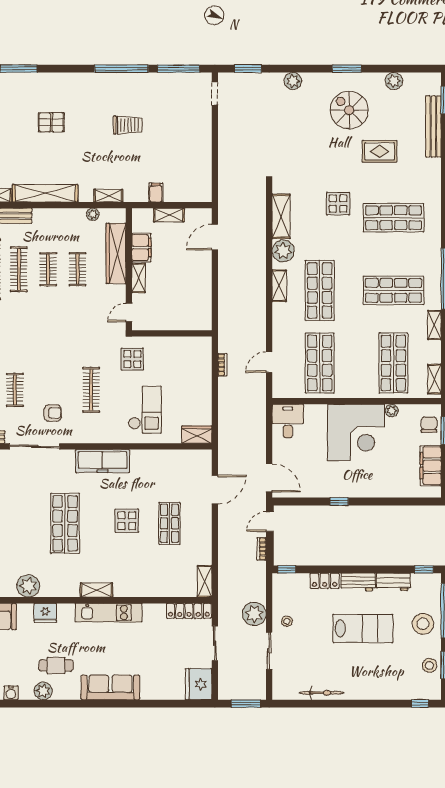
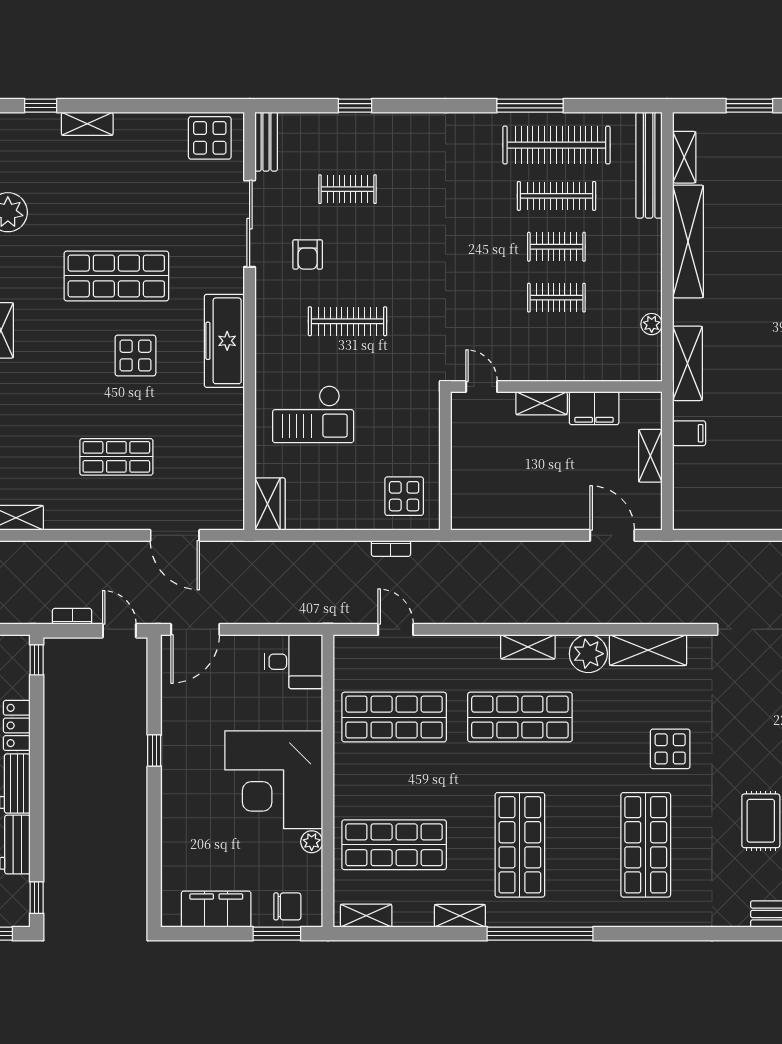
shelving: (108, 196) -> (688, 363), width x1.50, depth x1.33
wardrobe: (116, 253) -> (584, 364), removed
display table: (132, 359) -> (404, 496), moved
display table: (127, 521) -> (135, 356), moved

